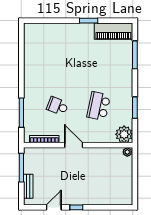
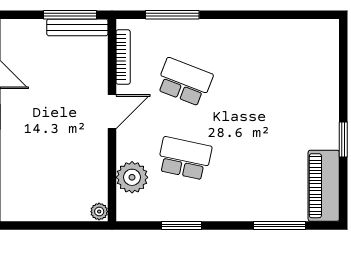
school desk: (58, 106) -> (184, 82), width x1.85
plant: (124, 134) -> (132, 177), moved
bench: (28, 186) -> (77, 27), moved, width x1.36

